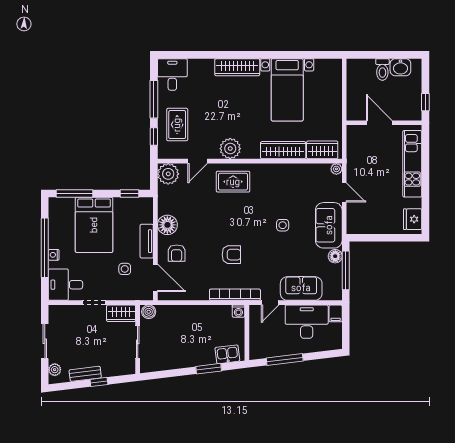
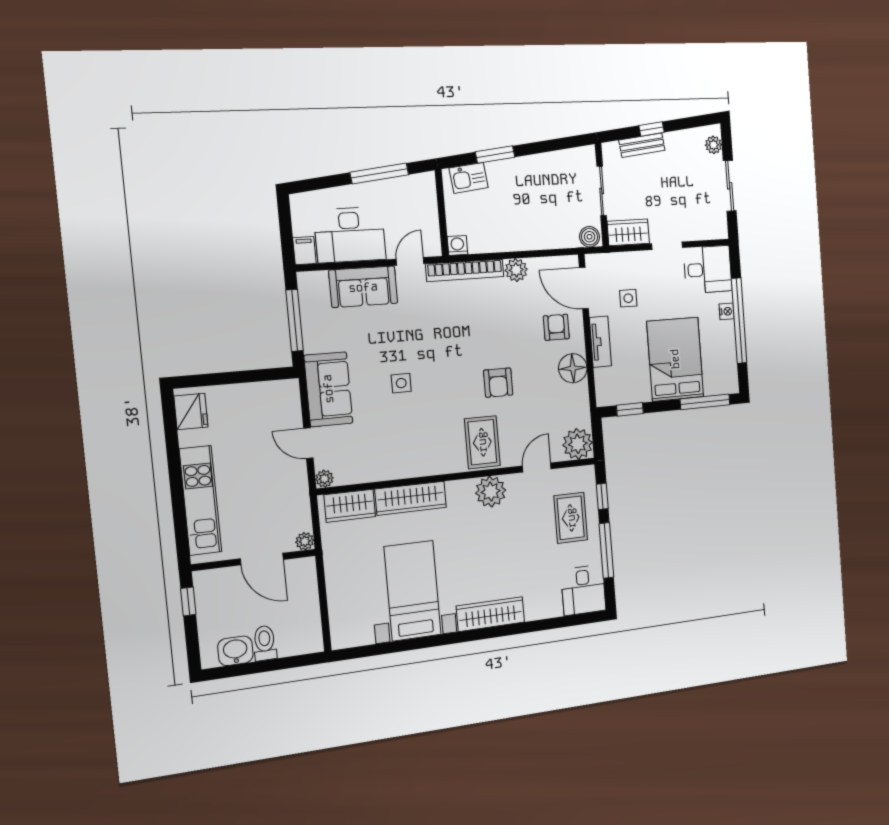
plant: (352, 131) -> (305, 541), added
rug: (233, 182) -> (482, 442), turned 90
armchair: (231, 255) -> (498, 383), moved, turned -90
floor lamp: (335, 256) -> (314, 342), removed
plant: (201, 293) -> (516, 270), added
bench: (85, 374) -> (642, 145), moved

